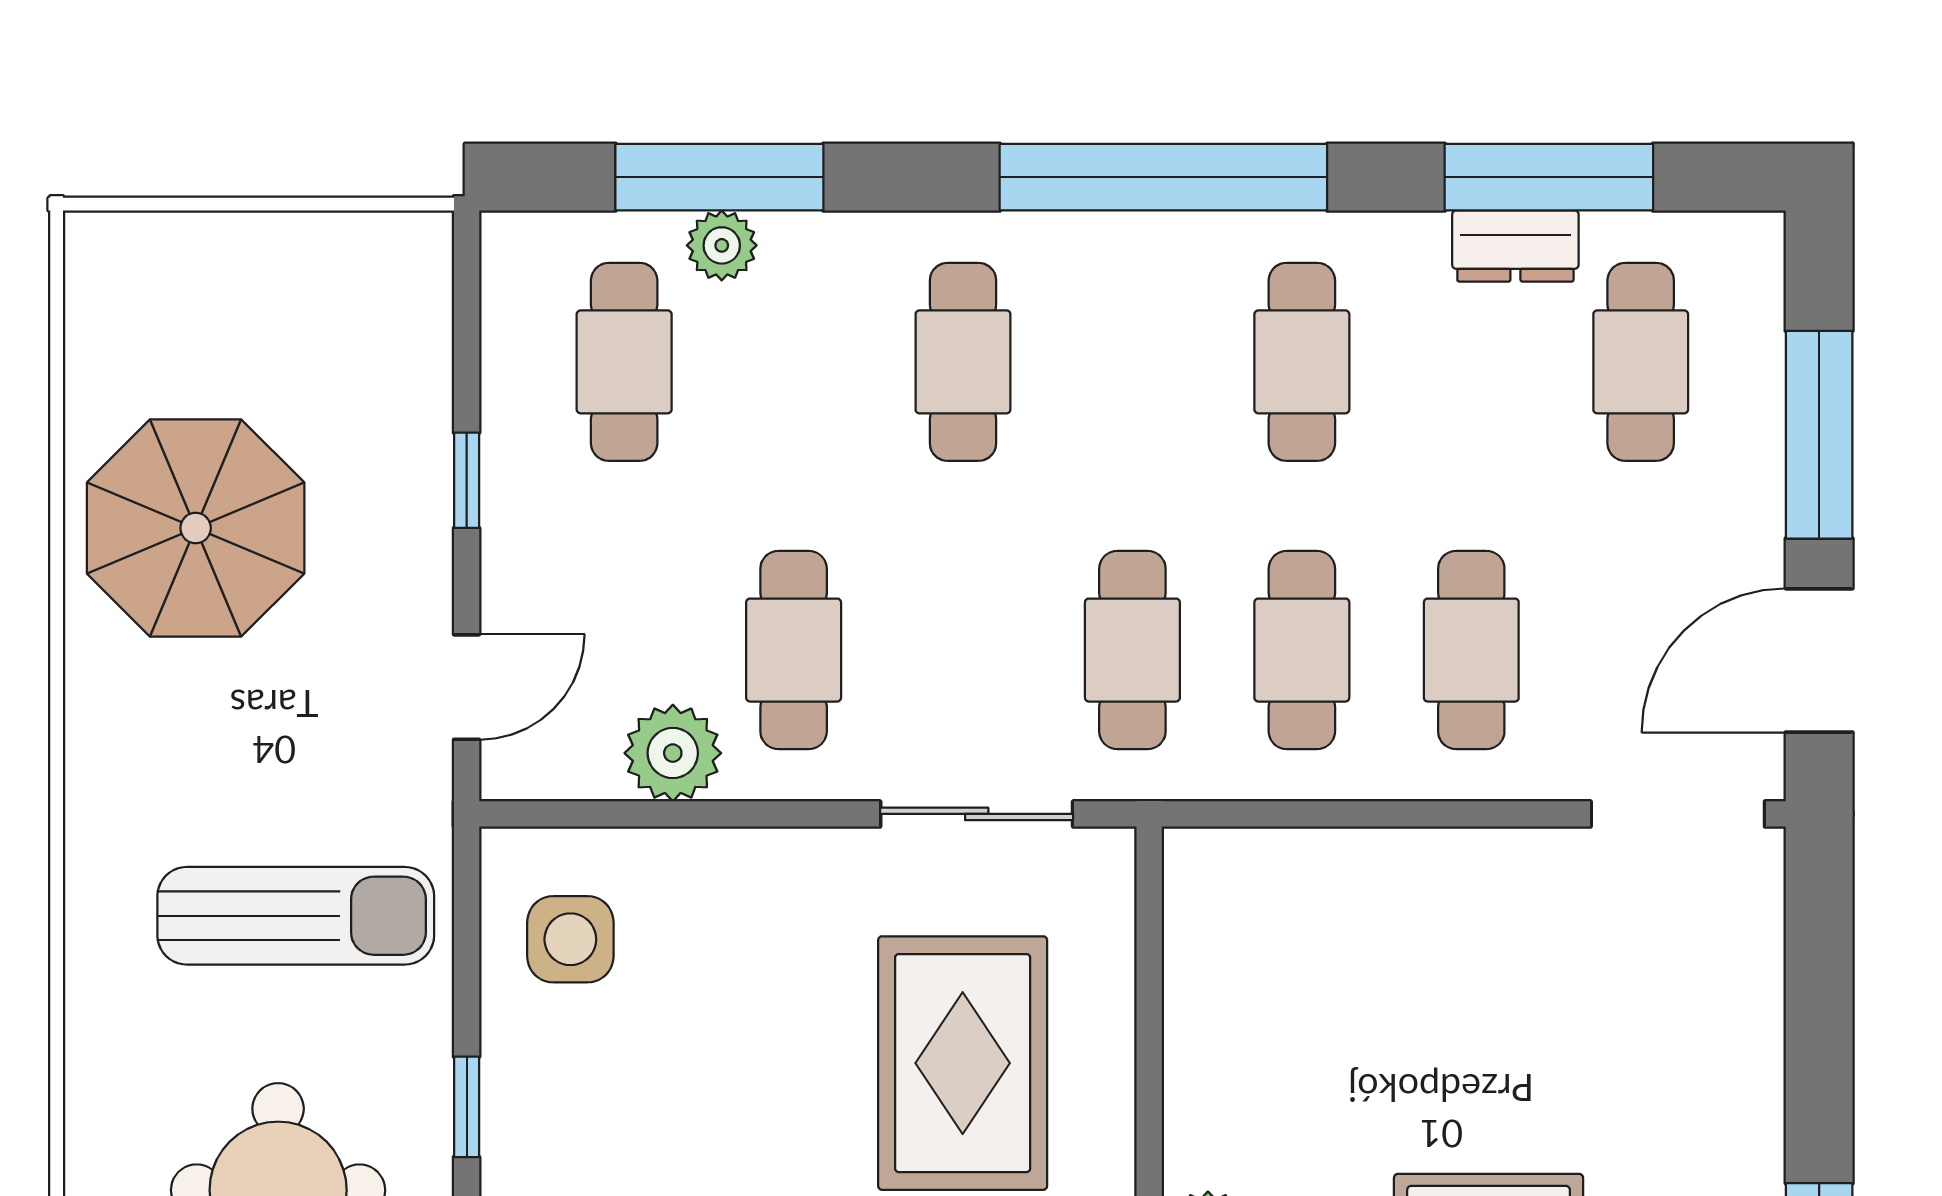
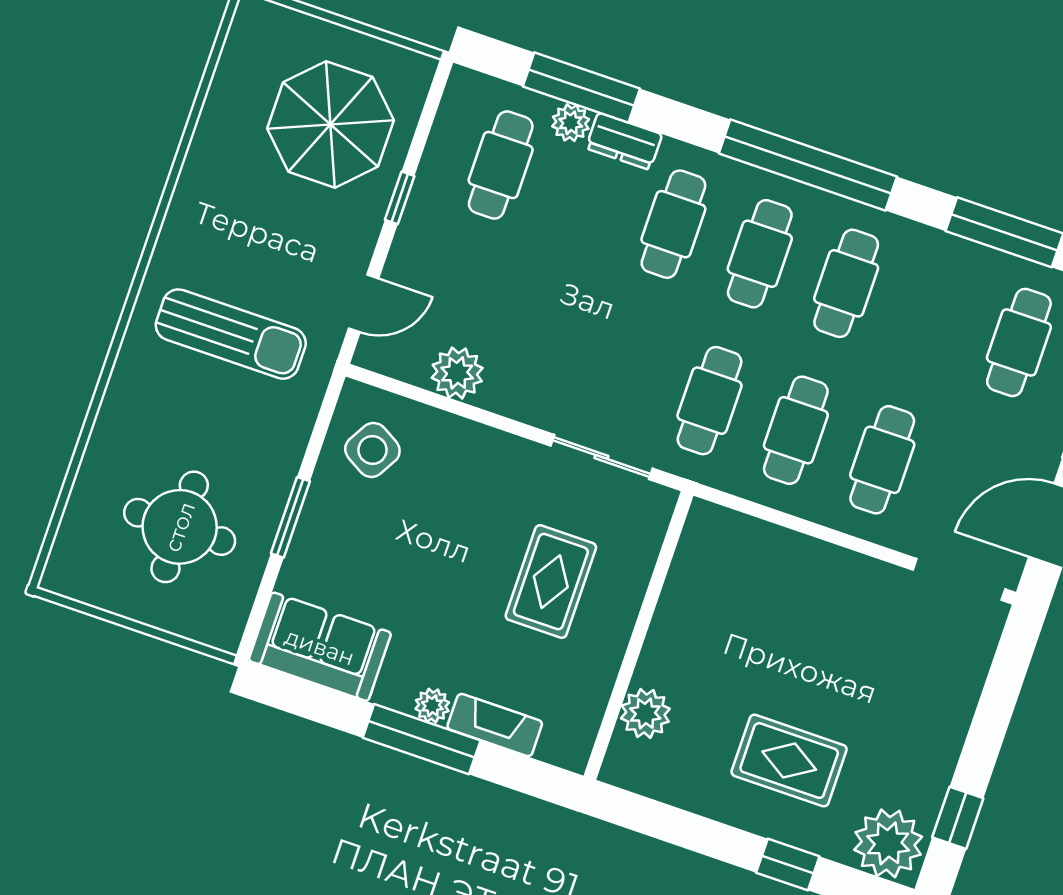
dresser: (1515, 246) -> (624, 141), moved
parasol: (196, 528) -> (331, 124), moved
cafe table: (794, 650) -> (760, 254), moved
sun lounger: (296, 916) -> (231, 334), moved
side table: (570, 939) -> (372, 450), turned 30
rug: (963, 1063) -> (551, 582), width x0.73, depth x0.70
window: (467, 1107) -> (290, 517), width x1.50

